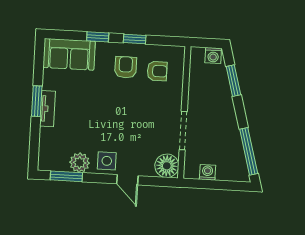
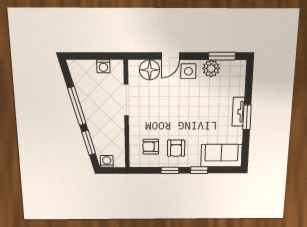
window: (249, 151) -> (77, 106), moved
floor lamp: (167, 166) -> (150, 70), moved
door: (127, 180) -> (170, 56), swing flipped

